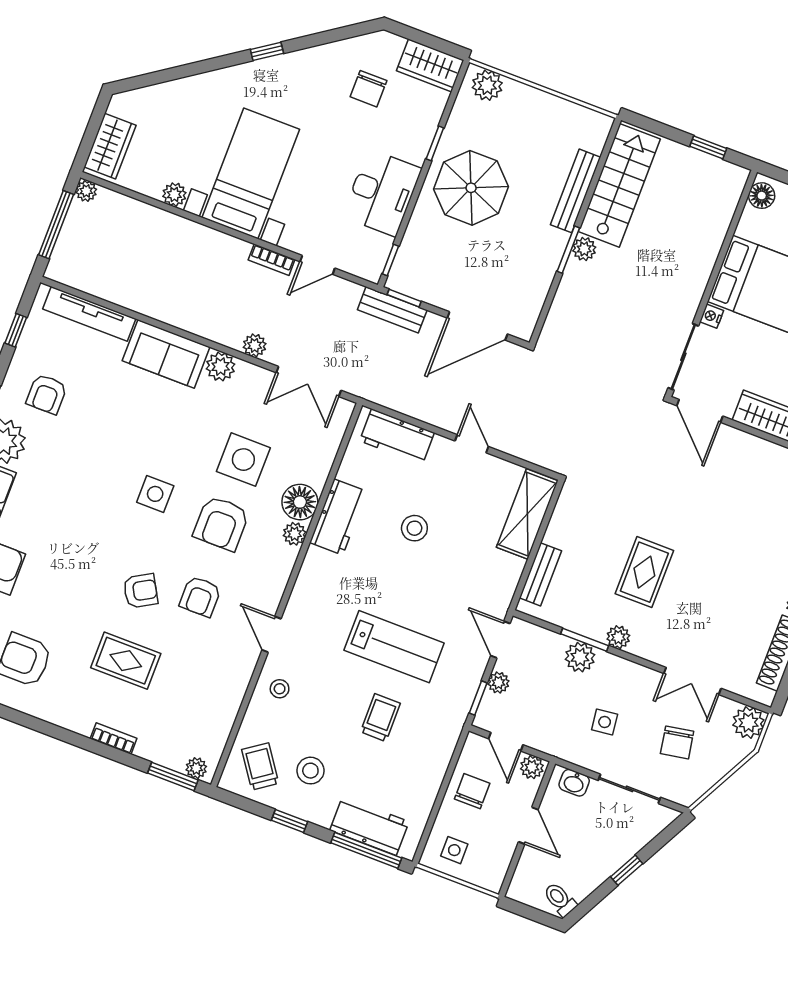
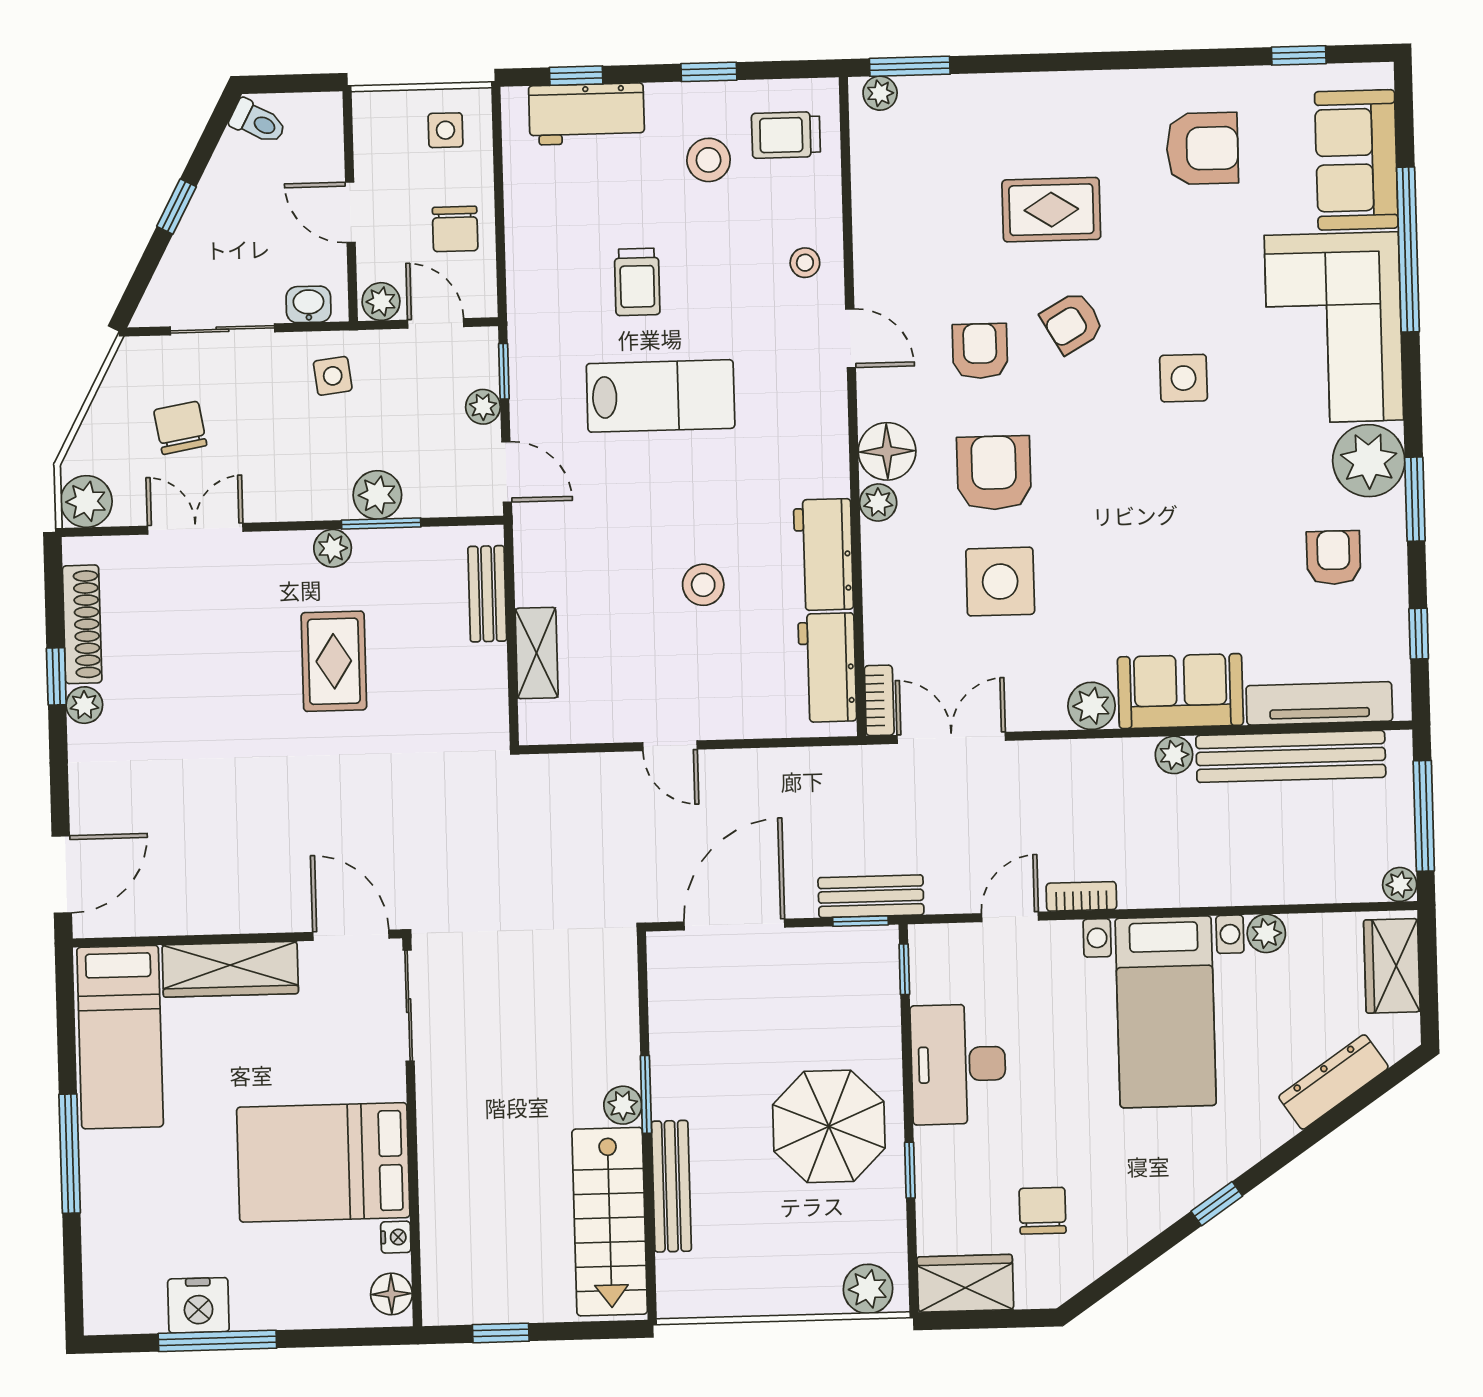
dresser: (171, 93) -> (1334, 1082), added
bench: (118, 290) -> (1291, 756), added
nightstand: (712, 316) -> (396, 1237), moved
plant: (255, 345) -> (1174, 755), moved
workbench: (397, 437) -> (827, 668), moved, turned -90
side table: (155, 494) -> (1184, 378), moved
floor lamp: (300, 502) -> (887, 451), moved
shelving: (527, 514) -> (537, 653), width x0.67, depth x0.75
lab bench: (394, 647) -> (661, 396), turned 180
side table: (605, 722) -> (333, 376), moved
bookcase: (114, 739) -> (879, 700), moved, turned -90
trolley: (260, 766) -> (786, 135), turned 125
window: (366, 850) -> (576, 76), width x0.46

